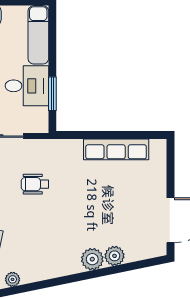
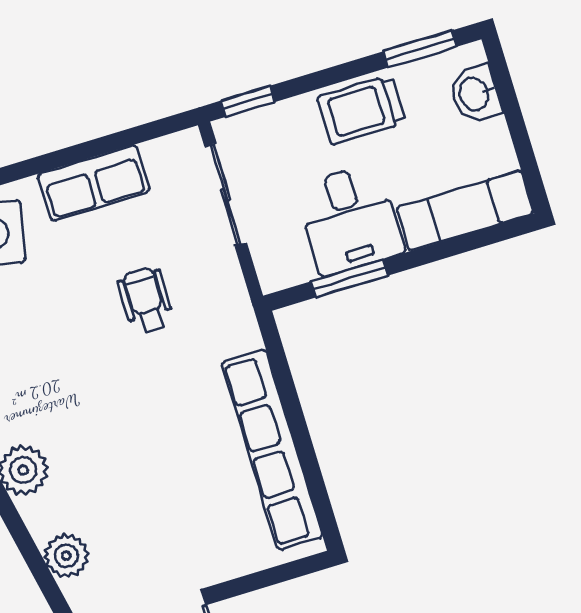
row of seats: (116, 149) -> (272, 450), width x1.36
plant: (114, 256) -> (66, 556), moved

